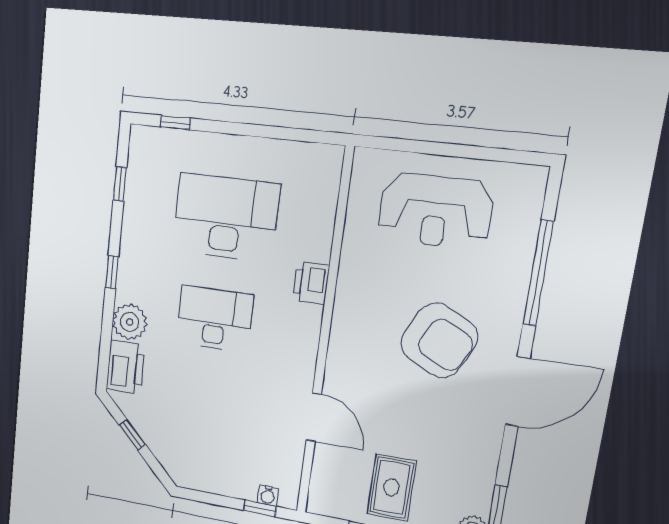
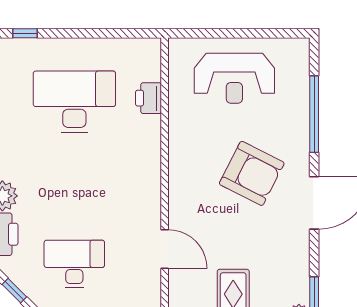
printer: (311, 283) -> (149, 98), moved
desk: (214, 319) -> (74, 264), moved

